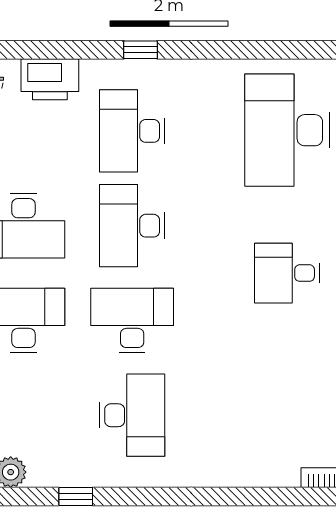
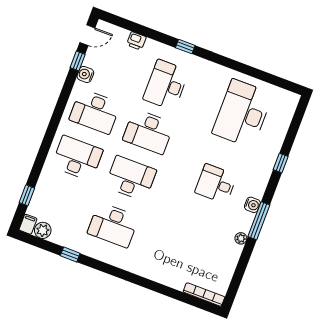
printer: (50, 79) -> (136, 41), width x0.53, depth x0.68
desk: (132, 226) -> (148, 132), turned -90
desk: (132, 415) -> (113, 225), turned 90

